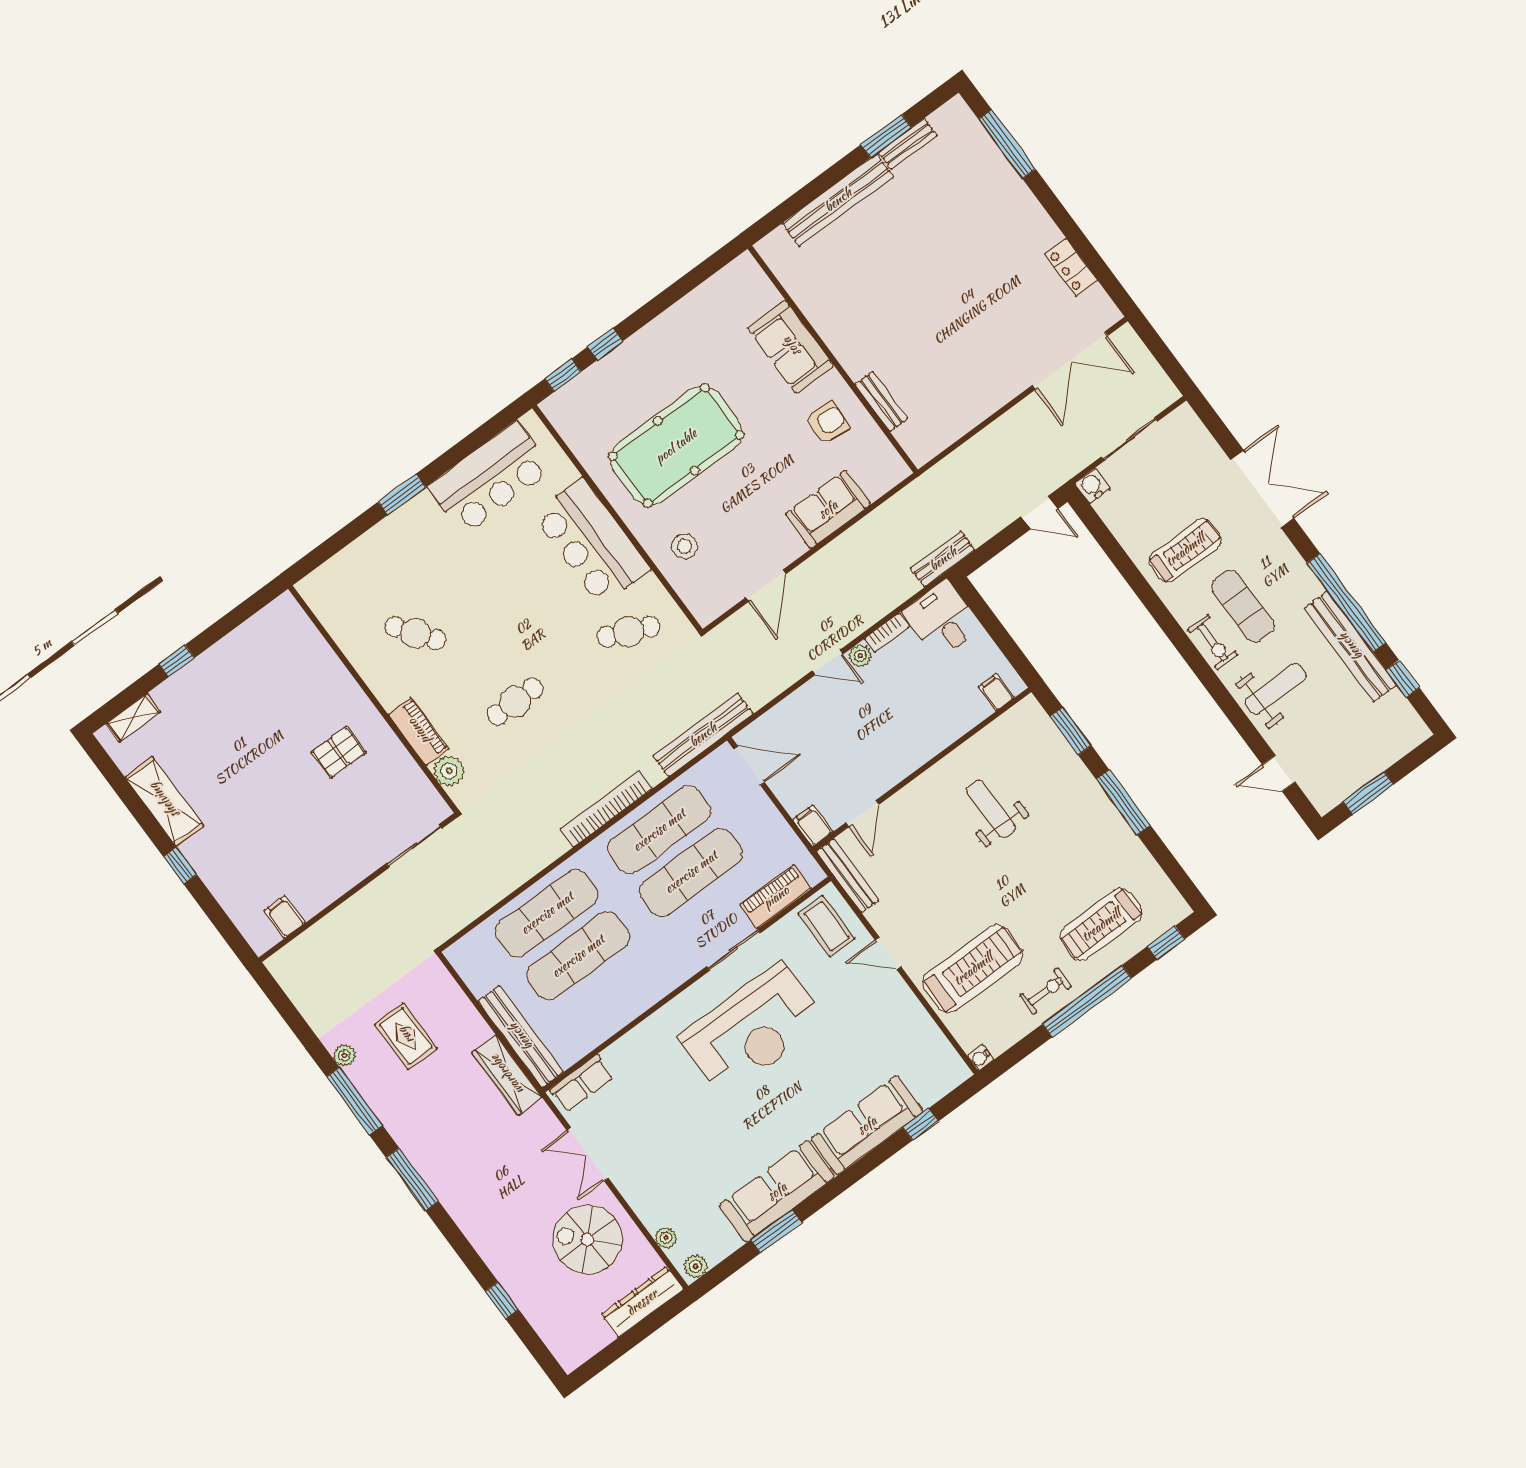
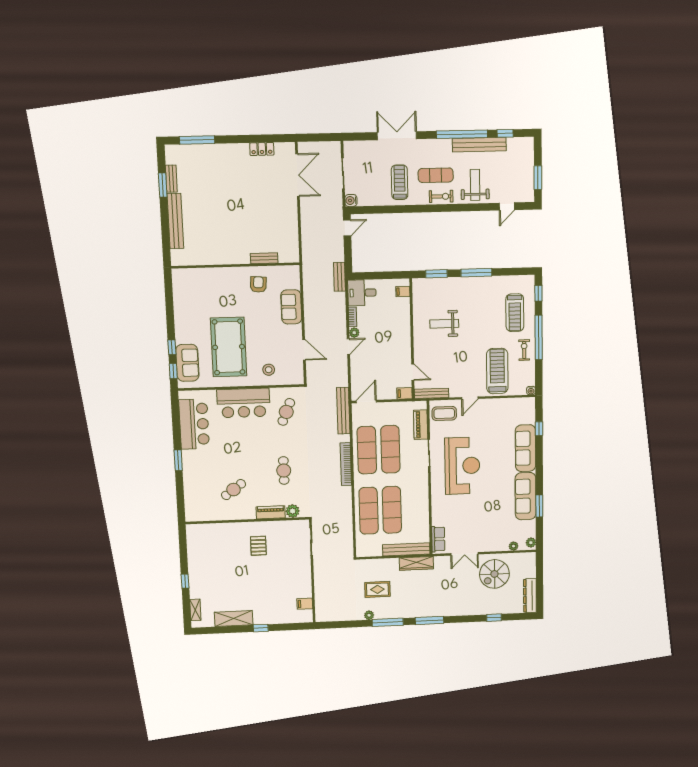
sofa: (791, 347) -> (187, 363), moved, turned -90
dresser: (642, 1302) -> (530, 596), moved

